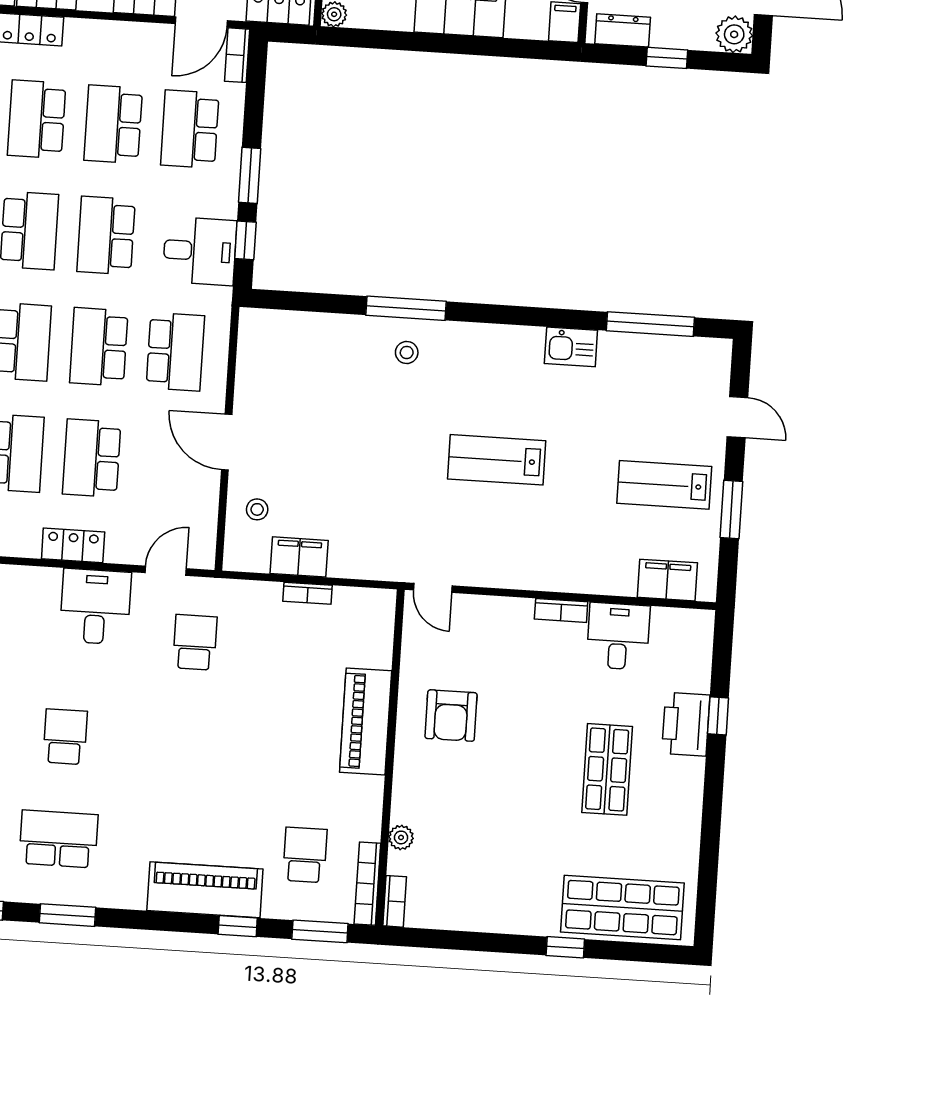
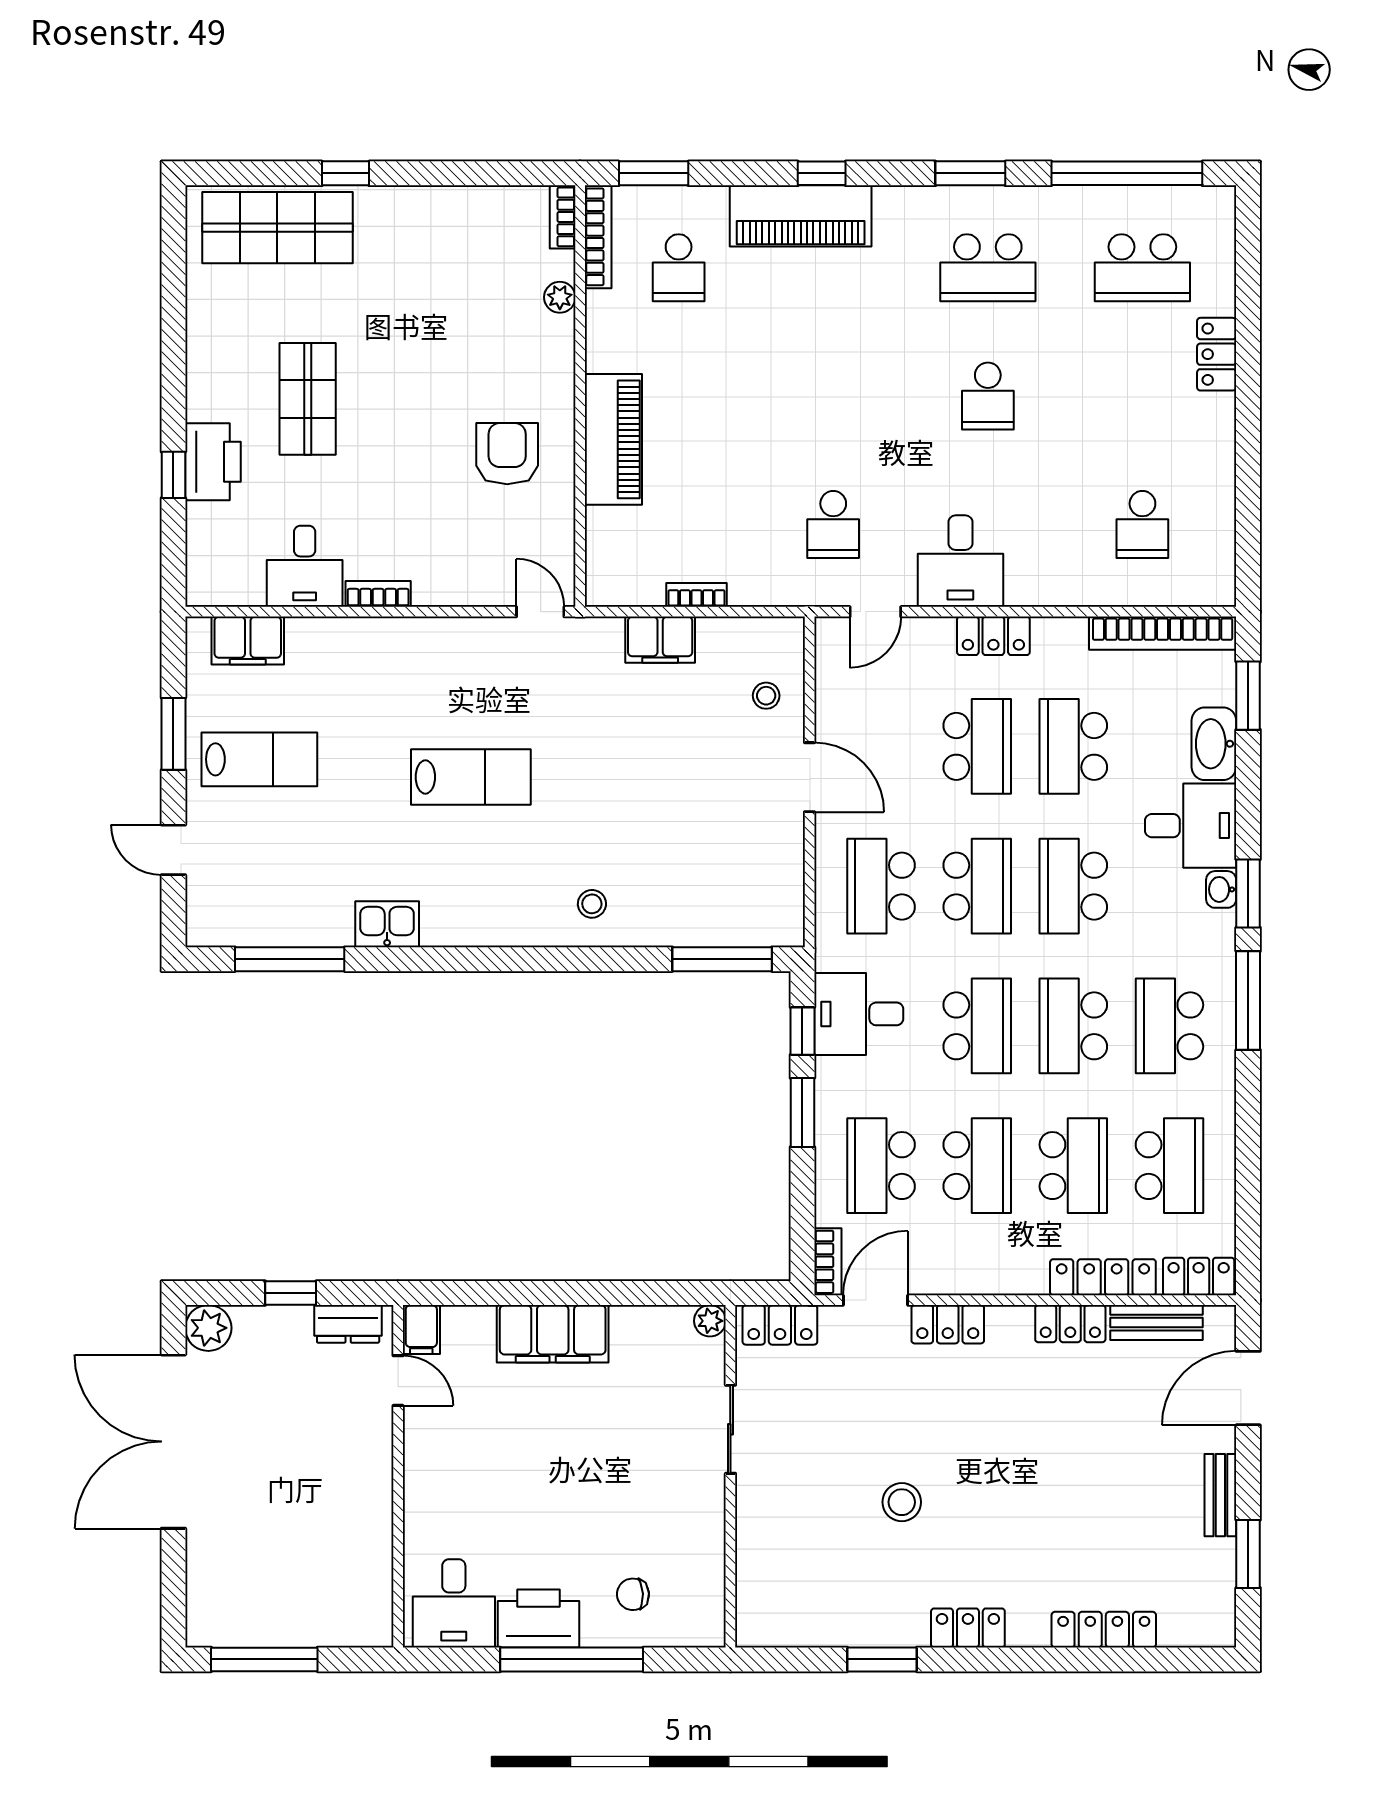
school desk: (190, 129) -> (881, 1166), turned 180
window: (406, 308) -> (722, 959), moved
filing cabinet: (299, 557) -> (660, 640), moved
window: (238, 926) -> (822, 173), moved

